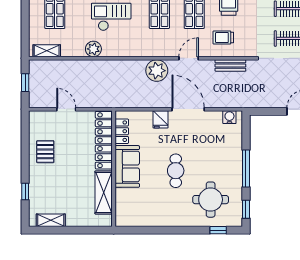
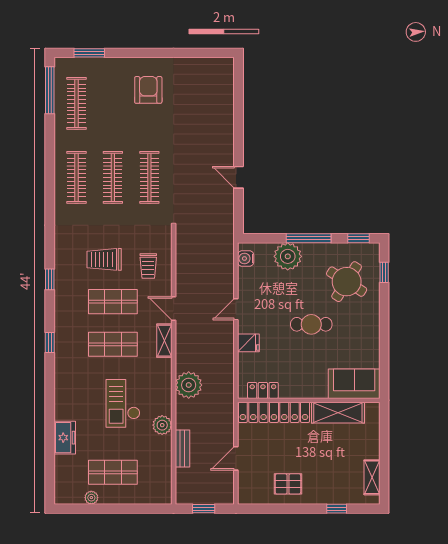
shelving: (47, 51) -> (164, 341), moved
bench: (230, 65) -> (182, 448), moved
plant: (157, 71) -> (189, 385), moved
door: (188, 109) -> (236, 309), width x0.53
plant: (231, 151) -> (288, 256), added
sofa: (127, 166) -> (354, 384), moved
round table: (211, 200) -> (347, 282), turned 32

